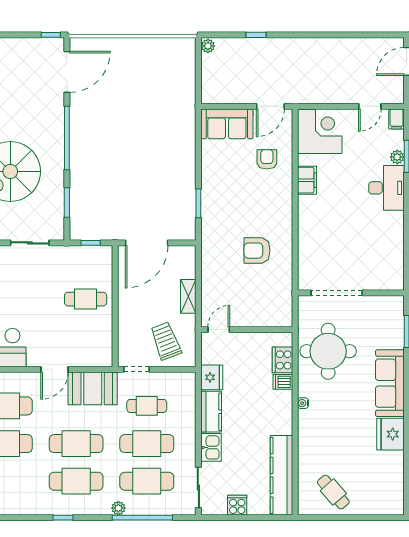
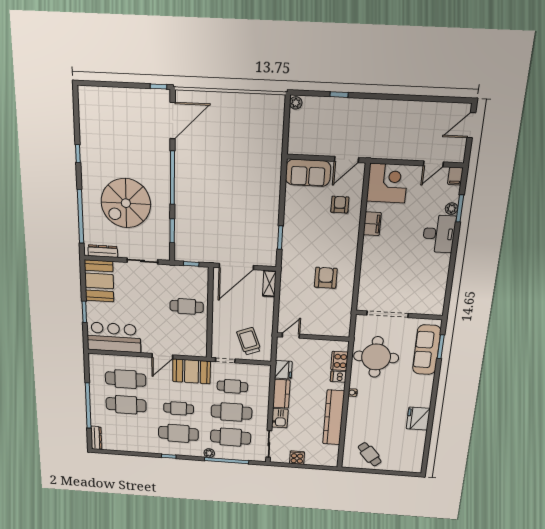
armchair: (257, 251) -> (326, 278), turned 90
shelving: (188, 296) -> (269, 284), moved
sofa: (390, 383) -> (427, 350), moved
cafe table: (76, 444) -> (179, 408), width x0.73, depth x0.74
kitchen counter: (281, 475) -> (334, 418), moved

